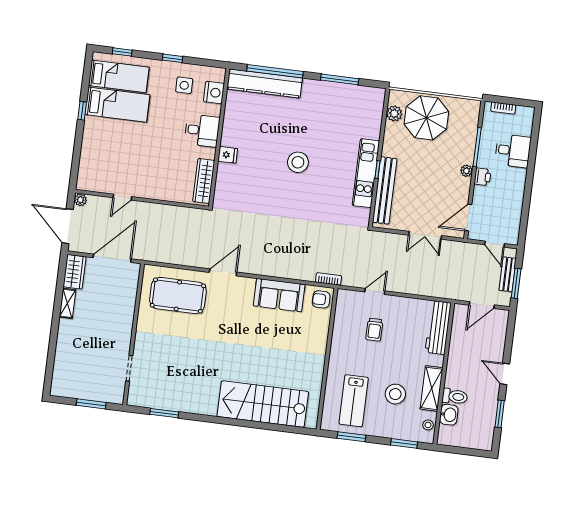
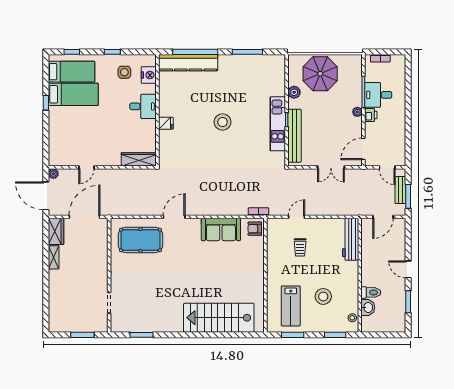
plant: (394, 114) -> (294, 92), moved
desk: (513, 151) -> (378, 95), moved, turned 180
wardrobe: (204, 181) -> (139, 159), moved, turned 90
shelving: (432, 388) -> (351, 288), removed

